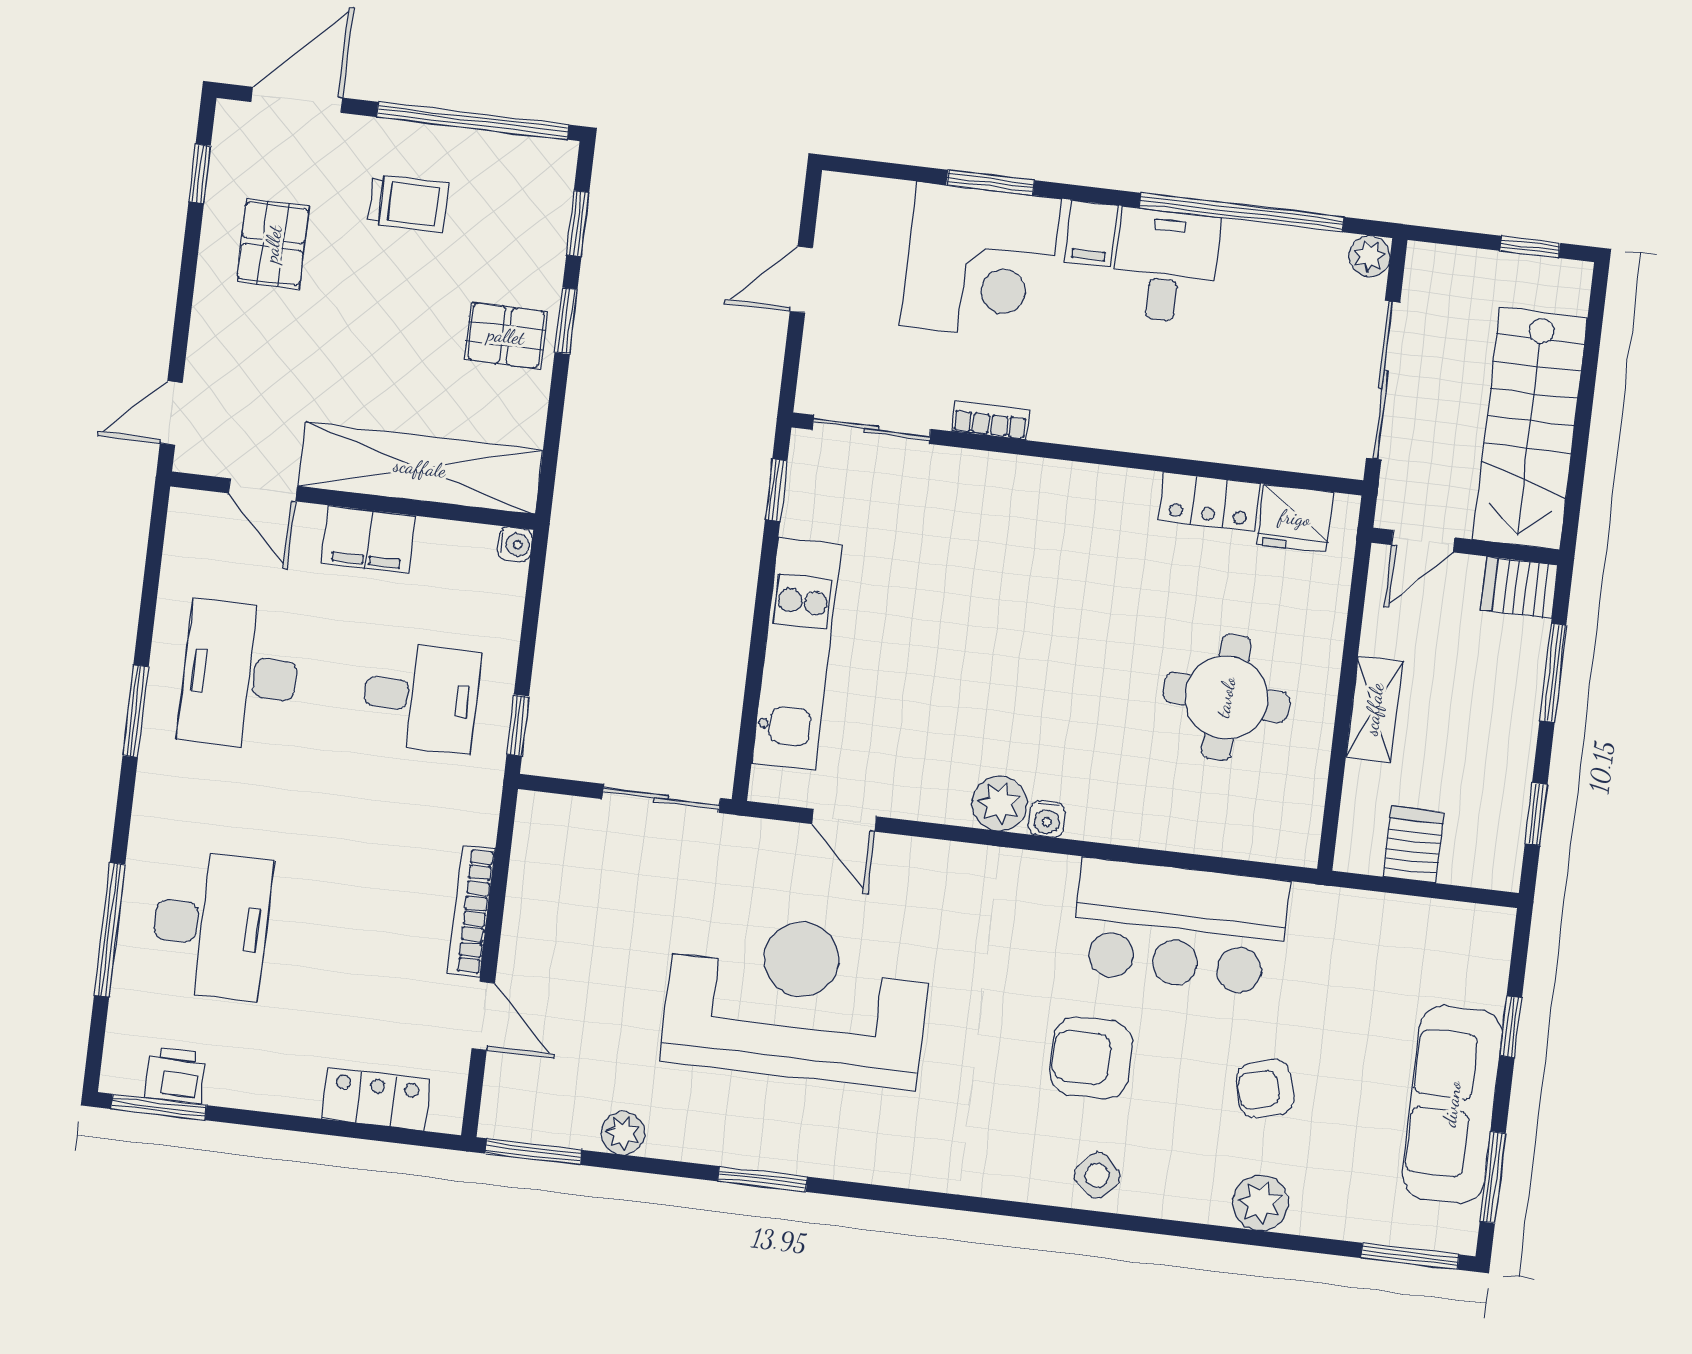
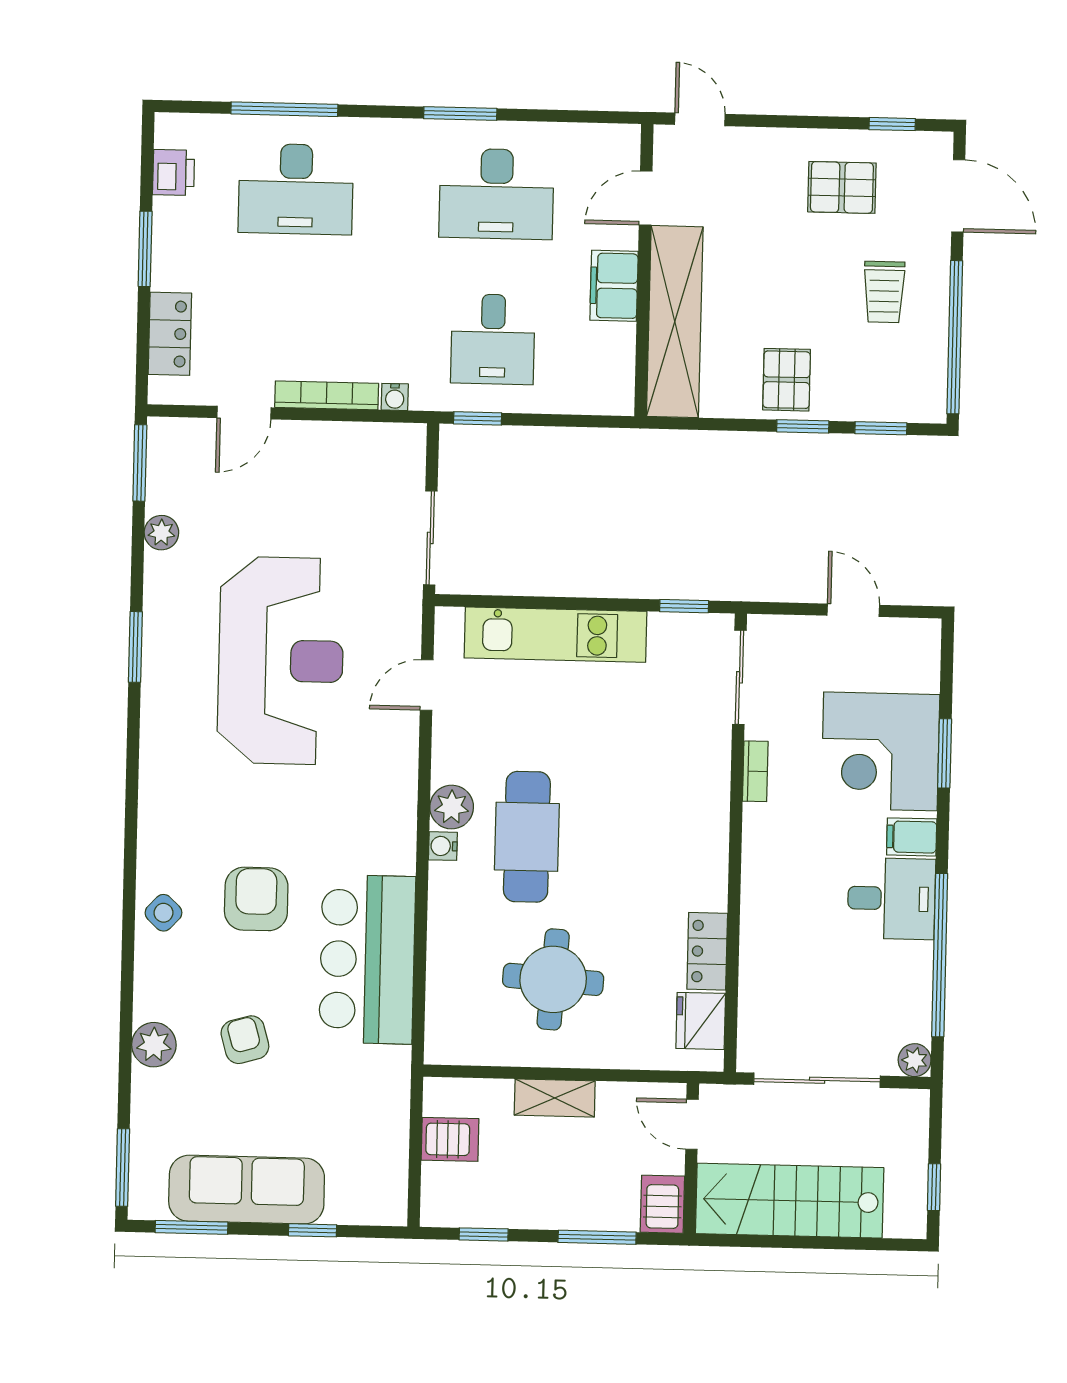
water cooler: (515, 544) -> (395, 397), moved
desk: (240, 675) -> (496, 194), turned 180
cafe table: (1045, 713) -> (527, 837), added
window: (159, 1107) -> (145, 249), moved

